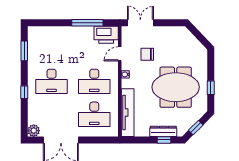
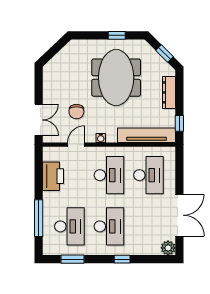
window: (87, 23) -> (39, 218), moved
double door: (140, 23) -> (39, 120), swing flipped
printer: (106, 35) -> (53, 176), moved
desk: (52, 48) -> (69, 226), added
door: (120, 54) -> (76, 145), swing flipped
window: (164, 140) -> (179, 123), moved

